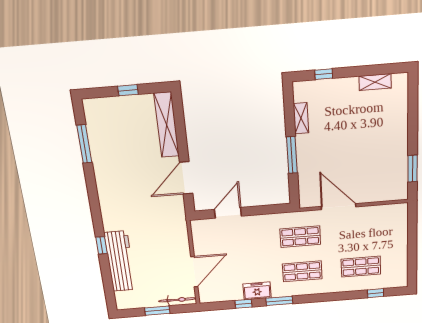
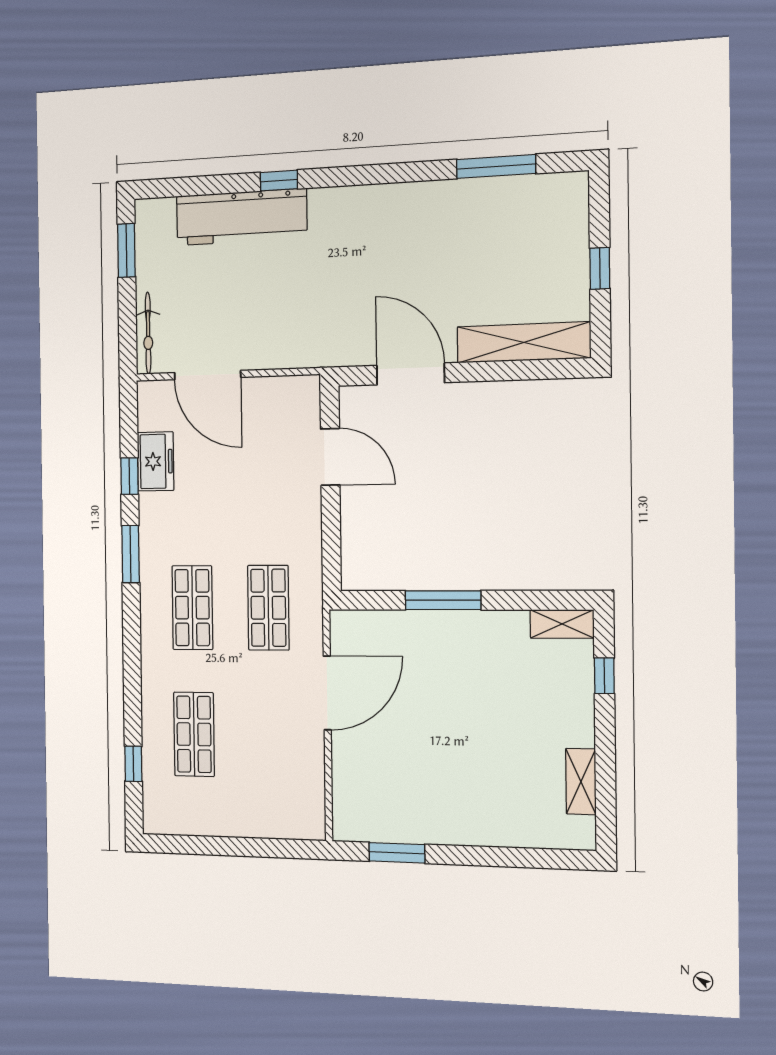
shelving: (301, 118) -> (562, 624), moved
freezer: (257, 291) -> (156, 461), moved
window: (157, 311) -> (126, 250), moved

